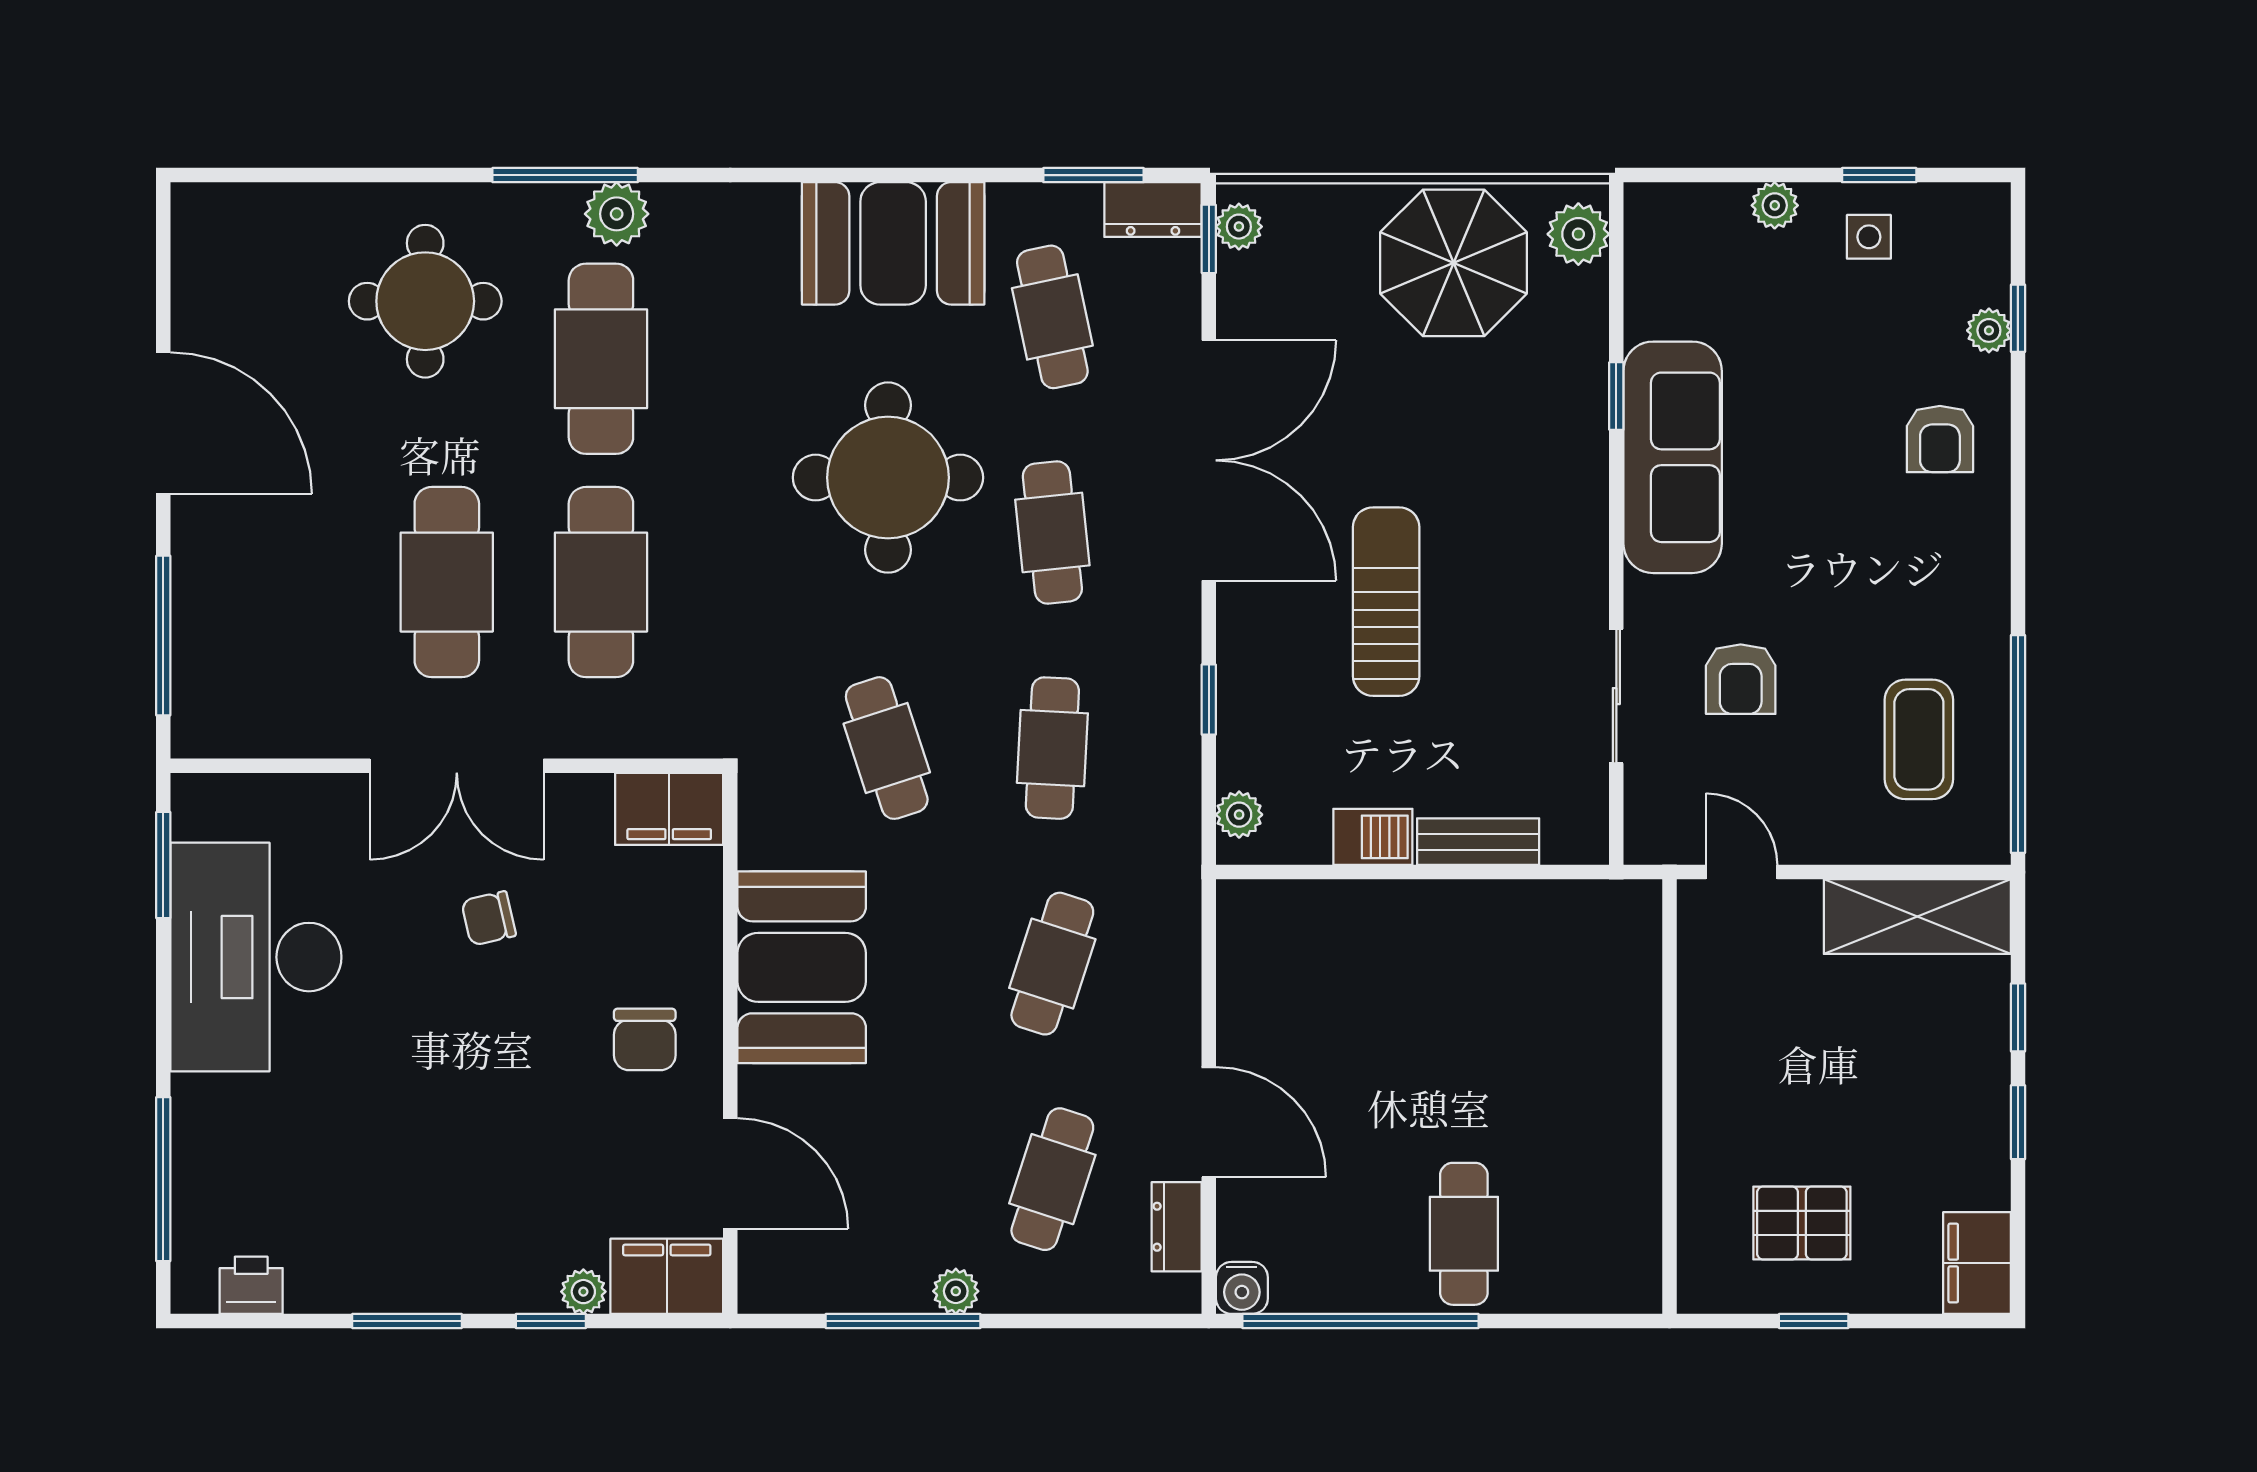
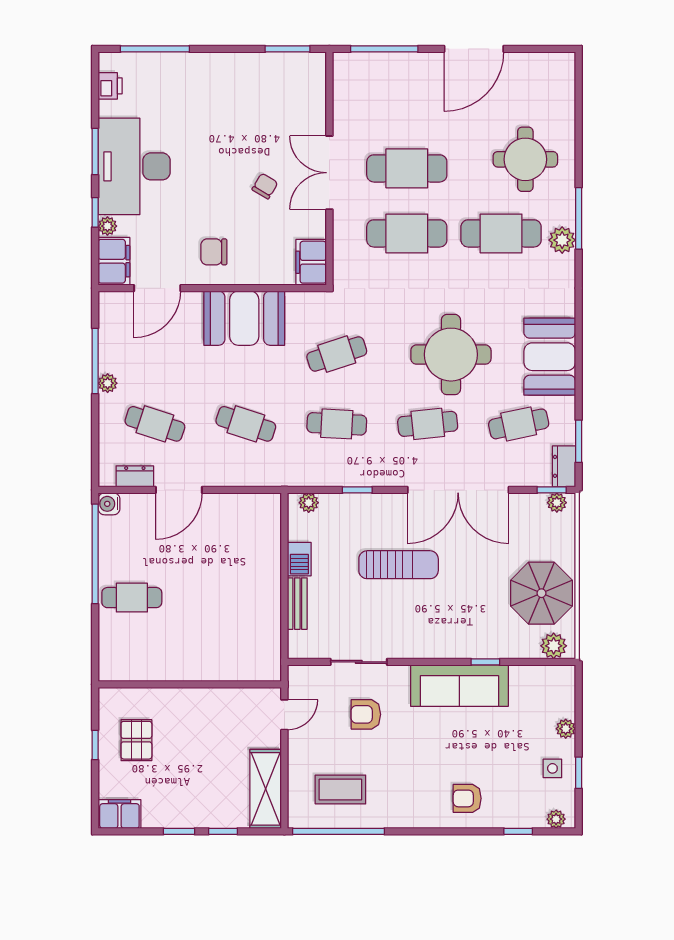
plant: (1989, 330) -> (556, 819), moved
chair: (489, 918) -> (265, 186), turned 44
desk: (256, 957) -> (134, 166), moved, turned -90

